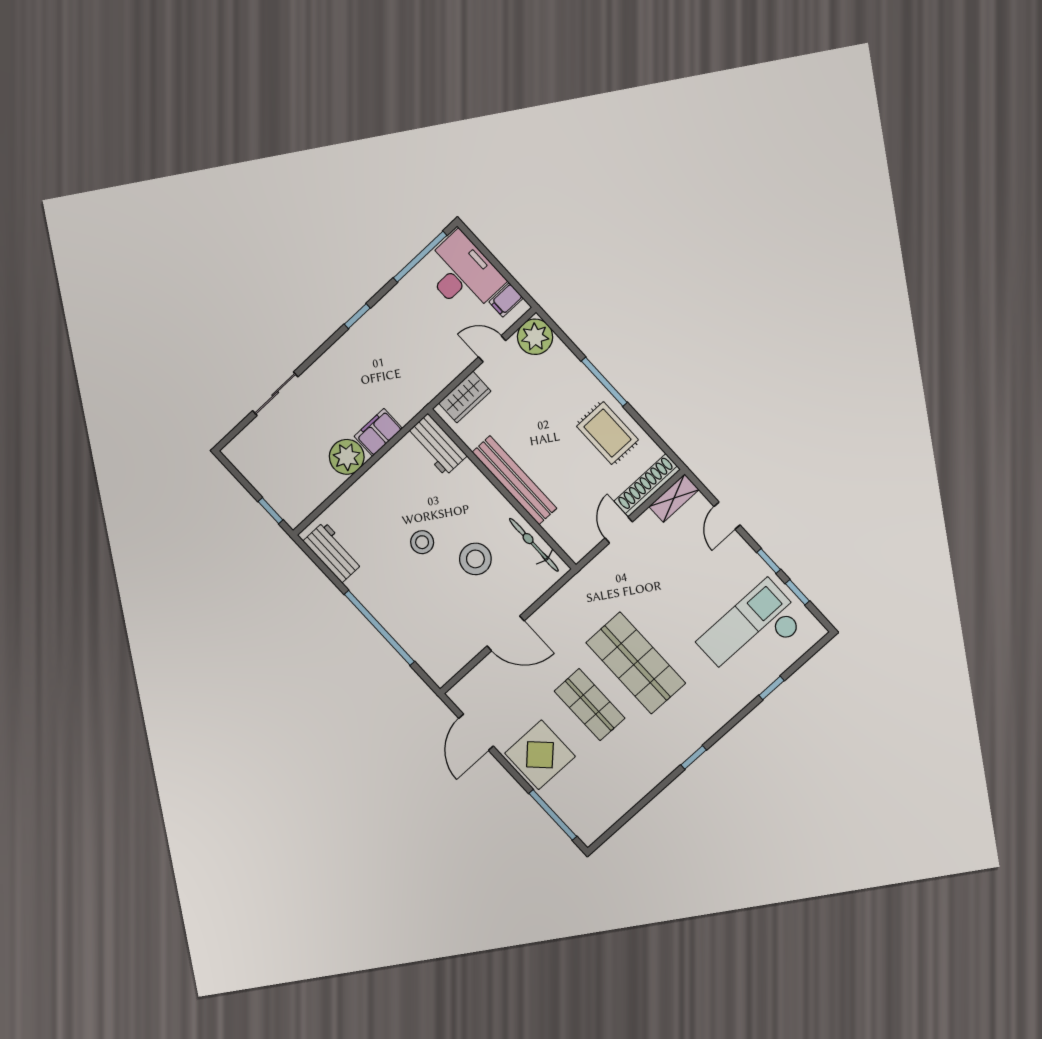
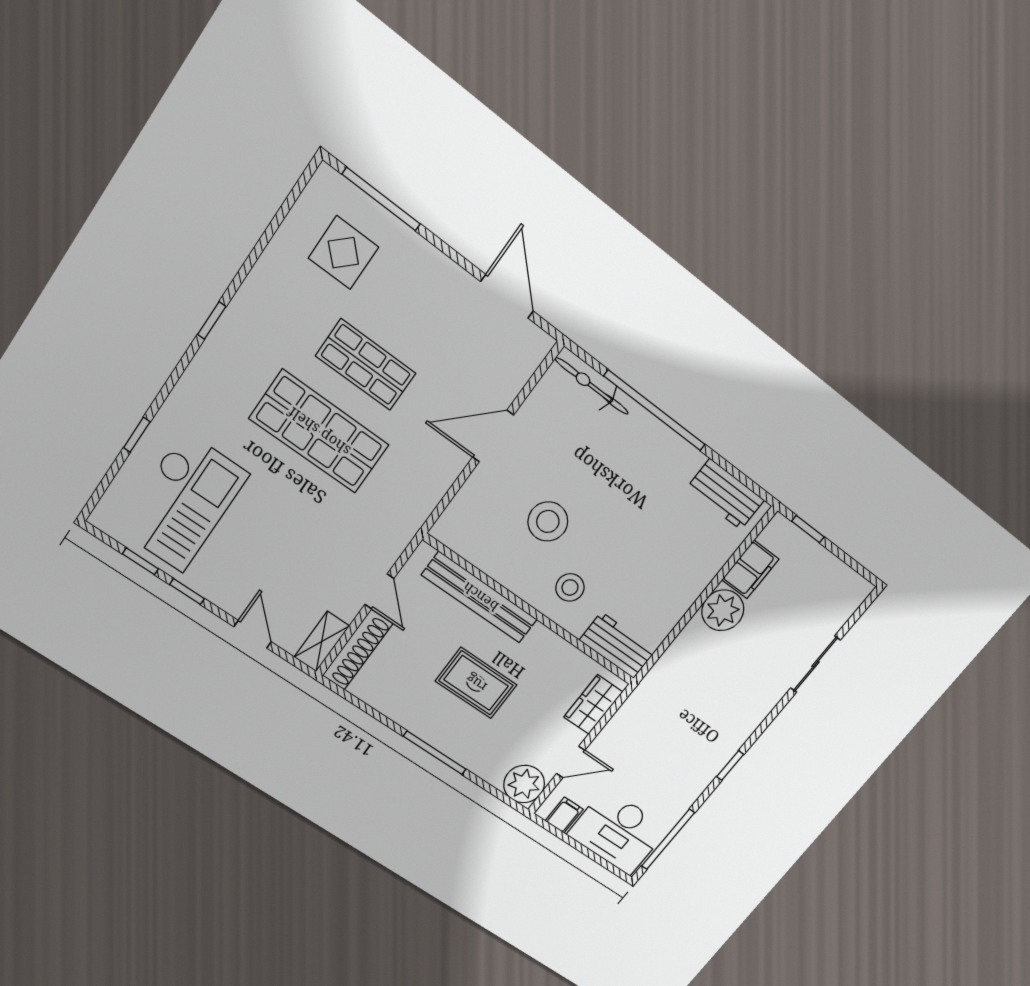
filing cabinet: (378, 432) -> (750, 570), moved
rug: (607, 433) -> (476, 683), moved
bench: (514, 480) -> (480, 597), moved
stool: (422, 542) -> (570, 587), moved
bicycle: (534, 545) -> (592, 386), moved, turned 180
display table: (540, 755) -> (343, 253), moved, width x0.73, depth x0.73

